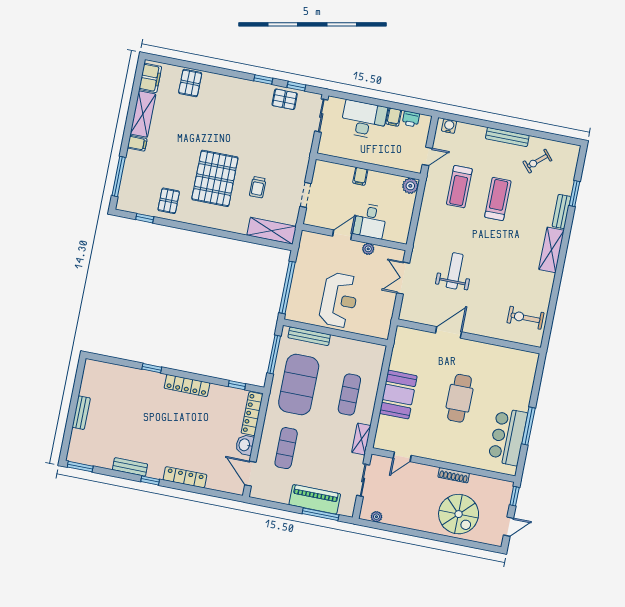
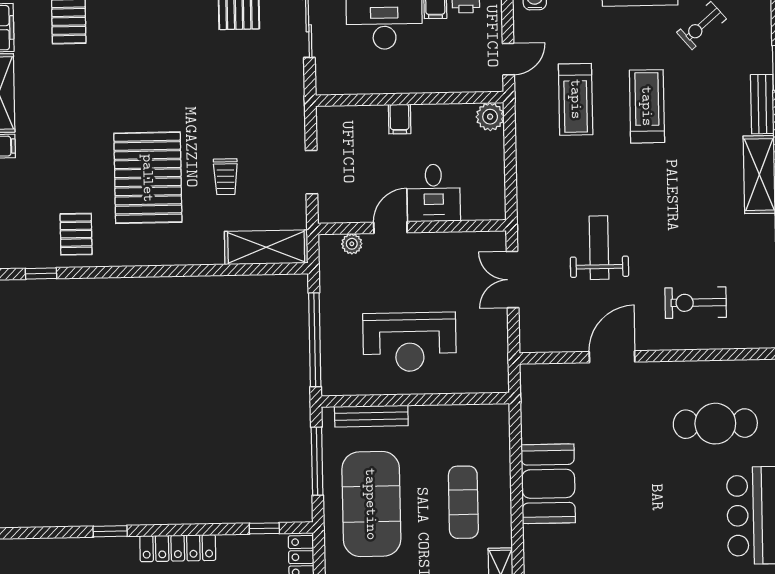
plant: (368, 249) -> (352, 244), moved
reception desk: (339, 300) -> (410, 342), turned 90
exercise bike: (525, 318) -> (696, 303), moved
cafe table: (460, 398) -> (715, 424), moved, turned 90

